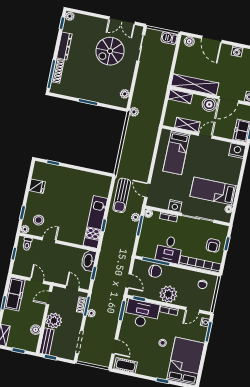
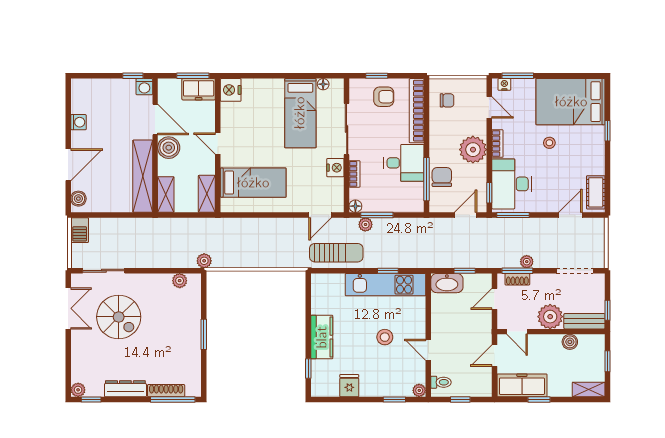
shelving: (187, 125) -> (207, 194), moved
kitchen counter: (71, 175) -> (322, 337), added
stool: (39, 220) -> (385, 337), moved

